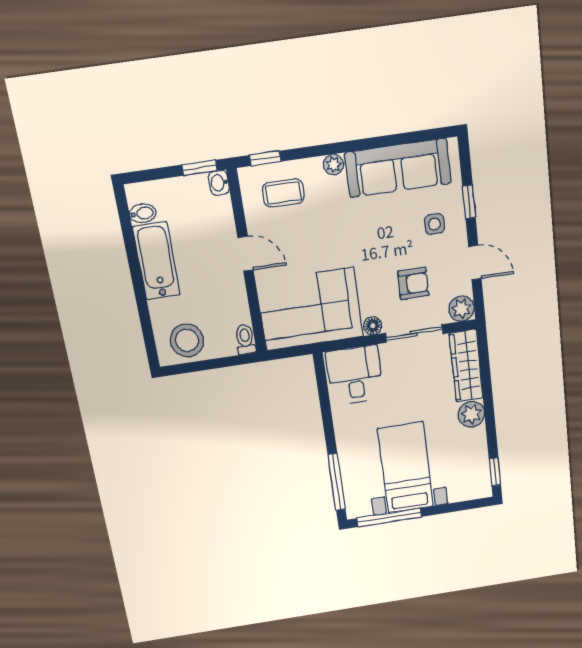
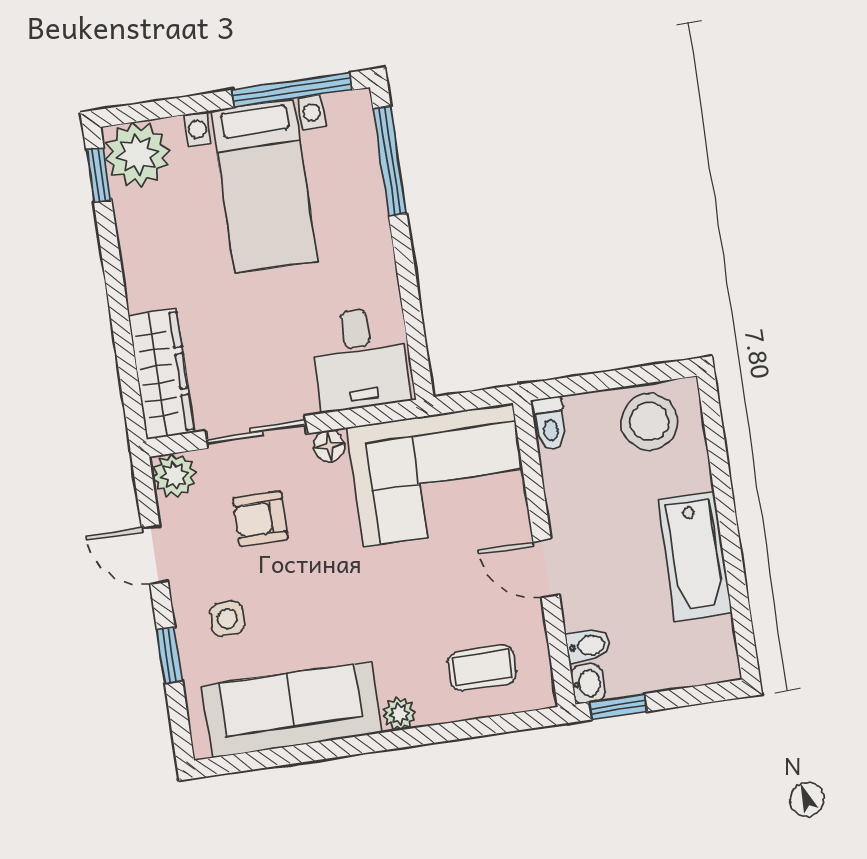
window: (265, 158) -> (512, 723), removed
bidet: (143, 213) -> (588, 646), moved, turned 180
plant: (471, 414) -> (137, 154), moved, width x1.36, depth x1.36

